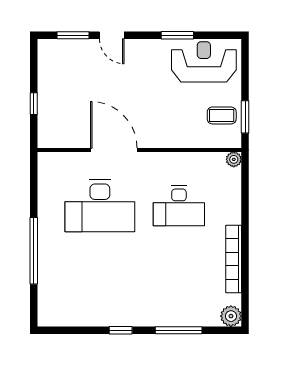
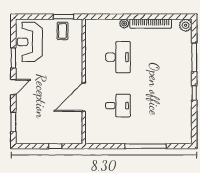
door: (112, 35) -> (13, 87), moved
plant: (234, 159) -> (124, 24), moved
desk: (100, 206) -> (118, 106), width x0.53, depth x0.77

